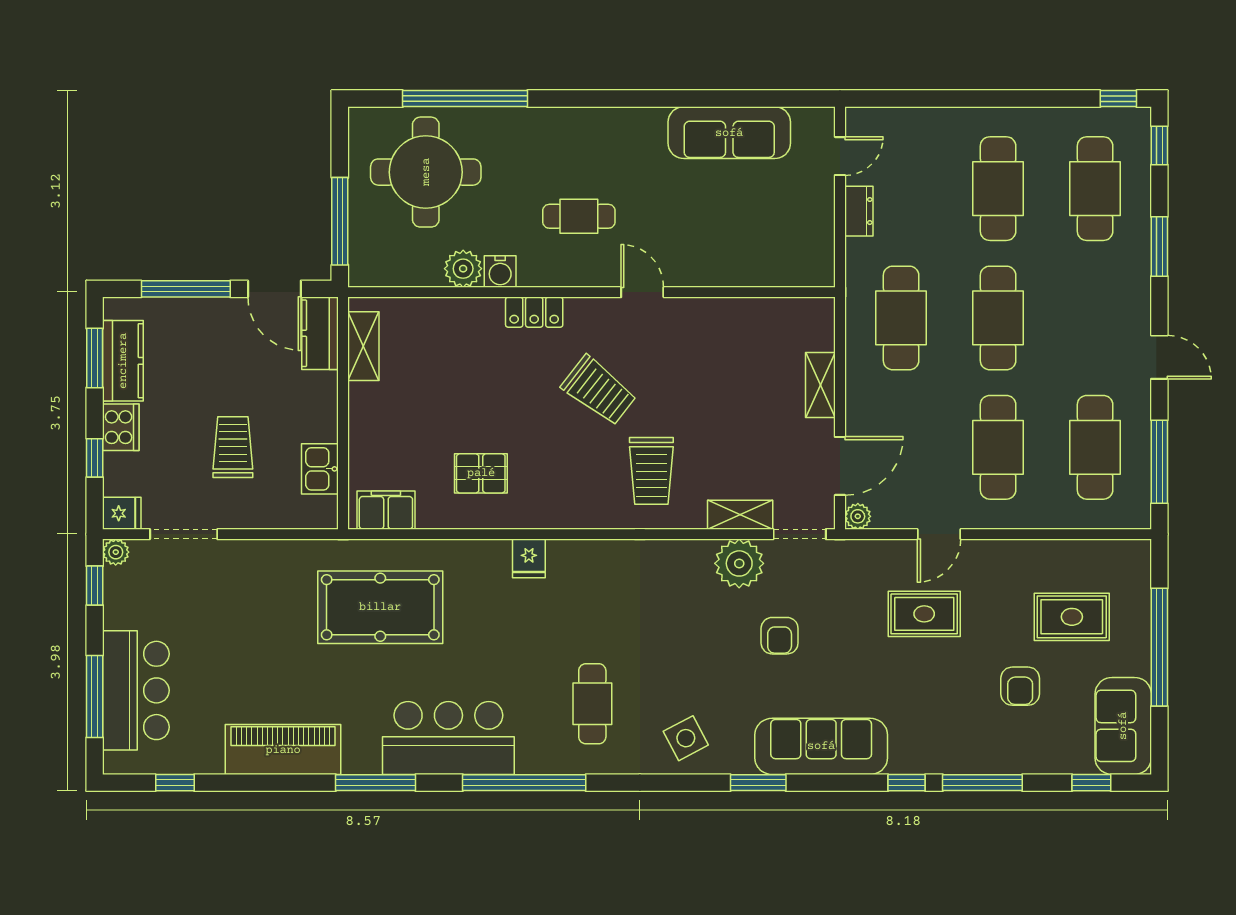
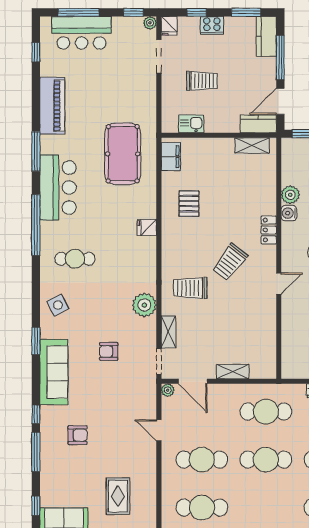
kitchen counter: (123, 361) -> (266, 36), moved, turned 90
plant: (739, 563) -> (144, 305), moved
rug: (924, 614) -> (119, 423), removed
armchair: (1020, 686) -> (78, 435), moved, turned 180

